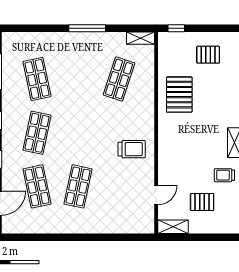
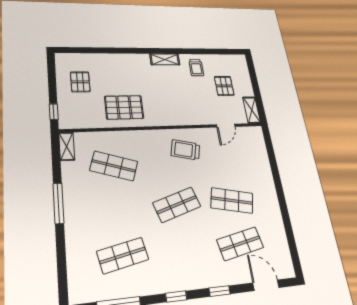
shop shelf: (37, 133) -> (177, 205), moved, turned -30
trolley: (132, 149) -> (185, 150), turned -77
door: (156, 195) -> (226, 126), swing flipped

